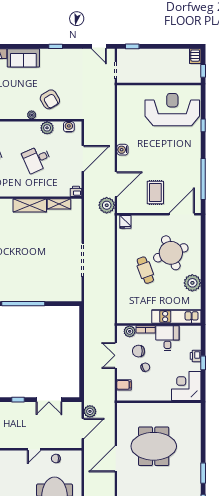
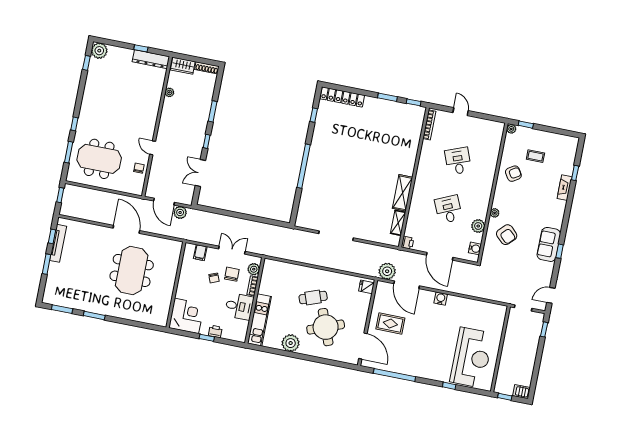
sofa: (23, 58) -> (549, 244), moved
armchair: (50, 99) -> (507, 235), turned -105

